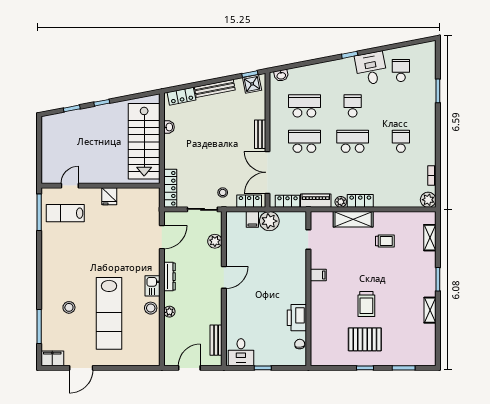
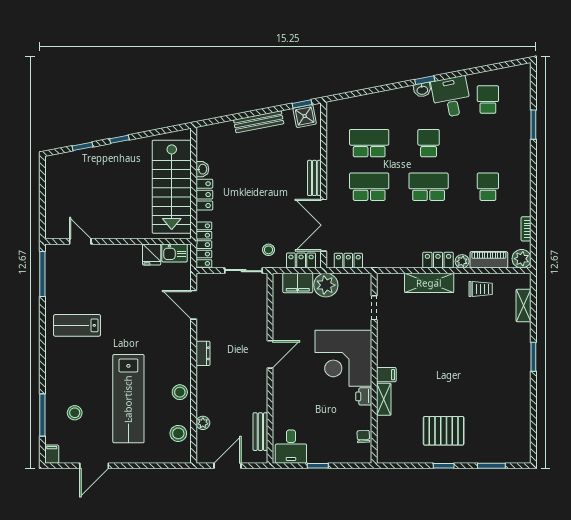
washbasin: (281, 75) -> (422, 90), moved
locker: (181, 96) -> (204, 195), moved, turned -79
door: (70, 186) -> (80, 241), hinge flipped
fridge: (109, 196) -> (152, 254), moved
piano: (316, 201) -> (489, 260), moved
plant: (341, 202) -> (462, 261), moved
lab bench: (65, 213) -> (77, 325), moved
filing cabinet: (252, 219) -> (298, 283), width x2.00
door: (162, 237) -> (194, 305), swing flipped
plant: (215, 241) -> (259, 310), removed
trolley: (385, 241) -> (481, 289), moved
filing cabinet: (318, 275) -> (386, 375), moved
dresser: (169, 277) -> (203, 353), width x0.70
corner desk: (284, 281) -> (343, 358), added
kitchen sink: (152, 286) -> (175, 253), moved, turned -90
trolley: (366, 304) -> (445, 387), removed
stool: (69, 307) -> (75, 413), moved
shelving: (430, 310) -> (384, 399), moved
plant: (169, 312) -> (203, 423), moved
printer: (297, 318) -> (364, 396), width x0.53, depth x0.68
stool: (149, 342) -> (178, 433), added
filing cabinet: (52, 358) -> (52, 454), width x0.50

